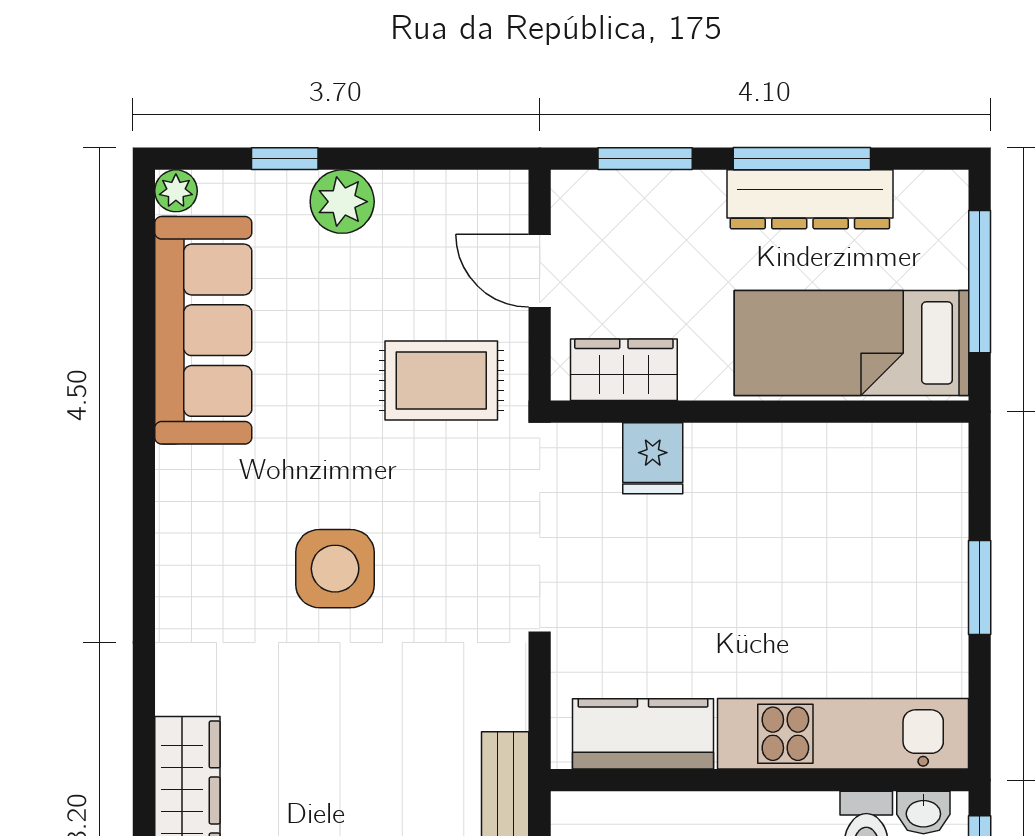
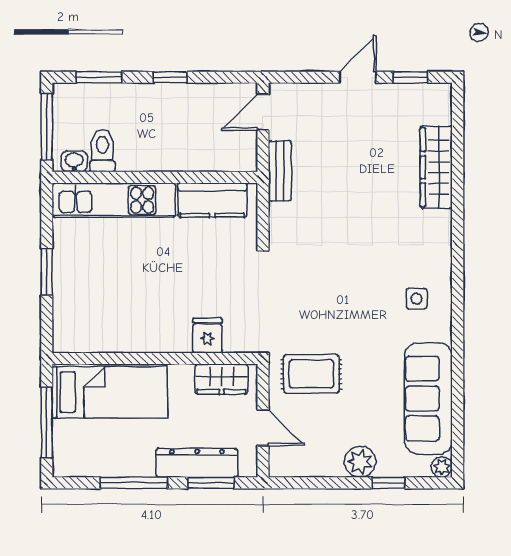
dresser: (810, 199) -> (197, 463), moved
side table: (335, 569) -> (417, 299), moved, width x0.54, depth x0.54

